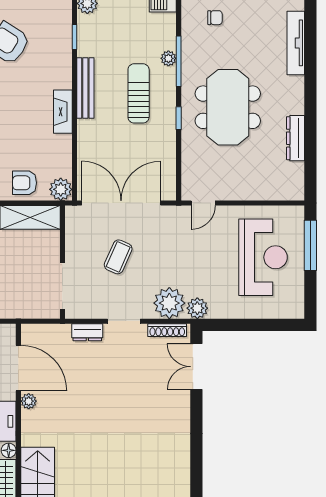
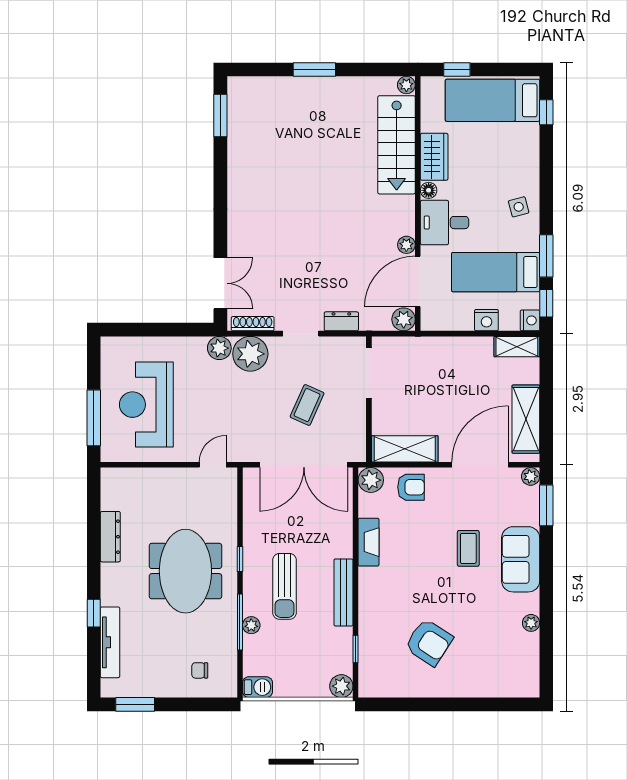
window: (310, 69) -> (94, 613), added
fireplace: (63, 112) -> (369, 542), moved
plant: (31, 334) -> (404, 319), added
door: (18, 368) -> (418, 282), hinge flipped

